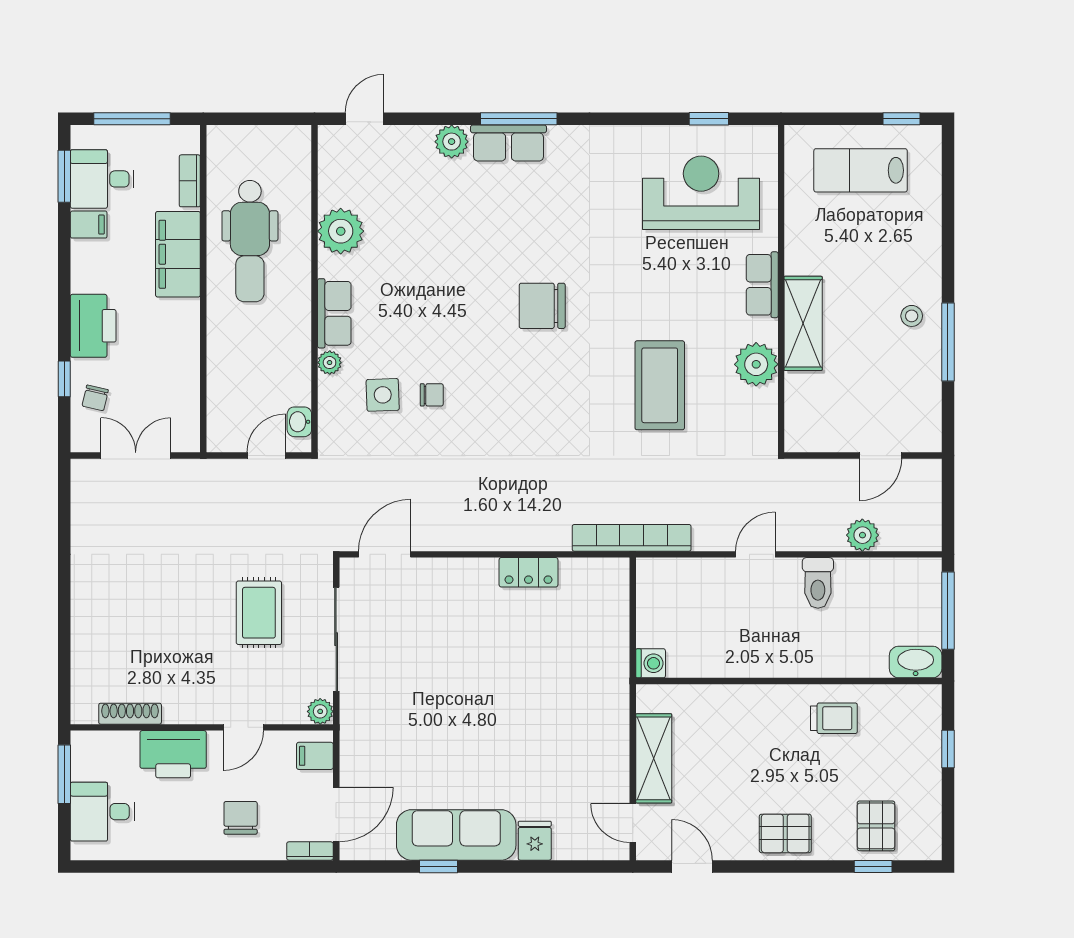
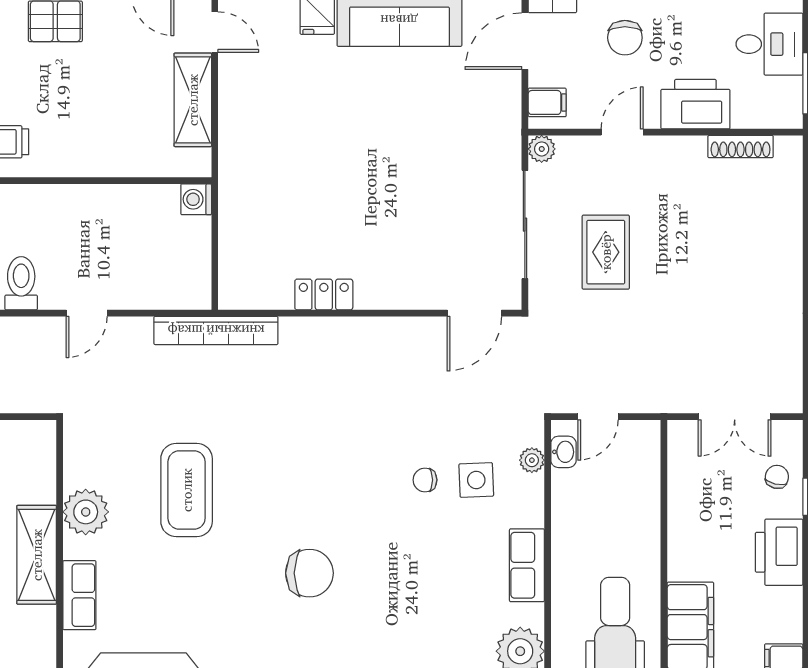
plant: (330, 363) -> (532, 460), moved

